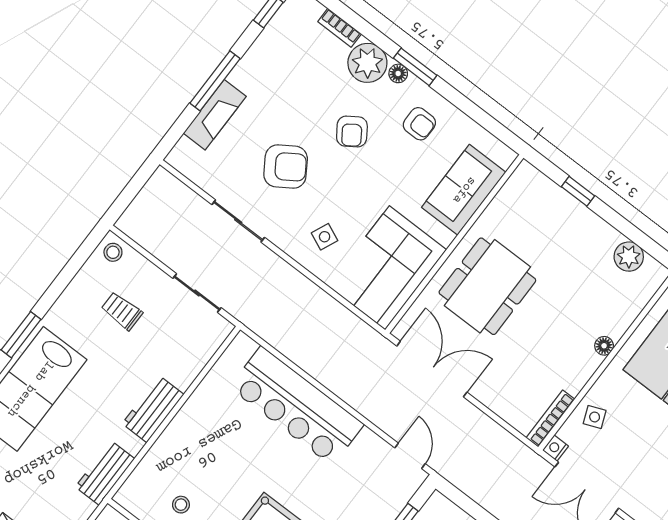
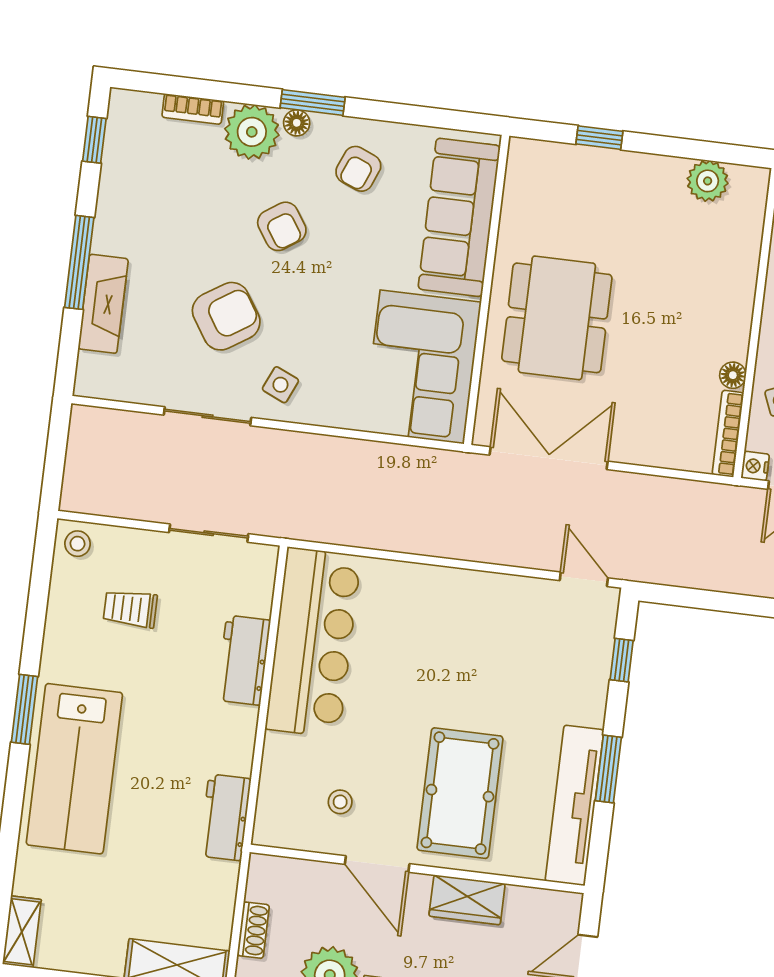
armchair: (419, 124) -> (358, 169), turned 112
sofa: (464, 190) -> (459, 217), width x1.36
side table: (325, 237) -> (280, 385), moved
floor lamp: (604, 346) -> (733, 375), moved
bar counter: (297, 406) -> (313, 642), moved, turned -90
workbench: (153, 409) -> (243, 660), moved

